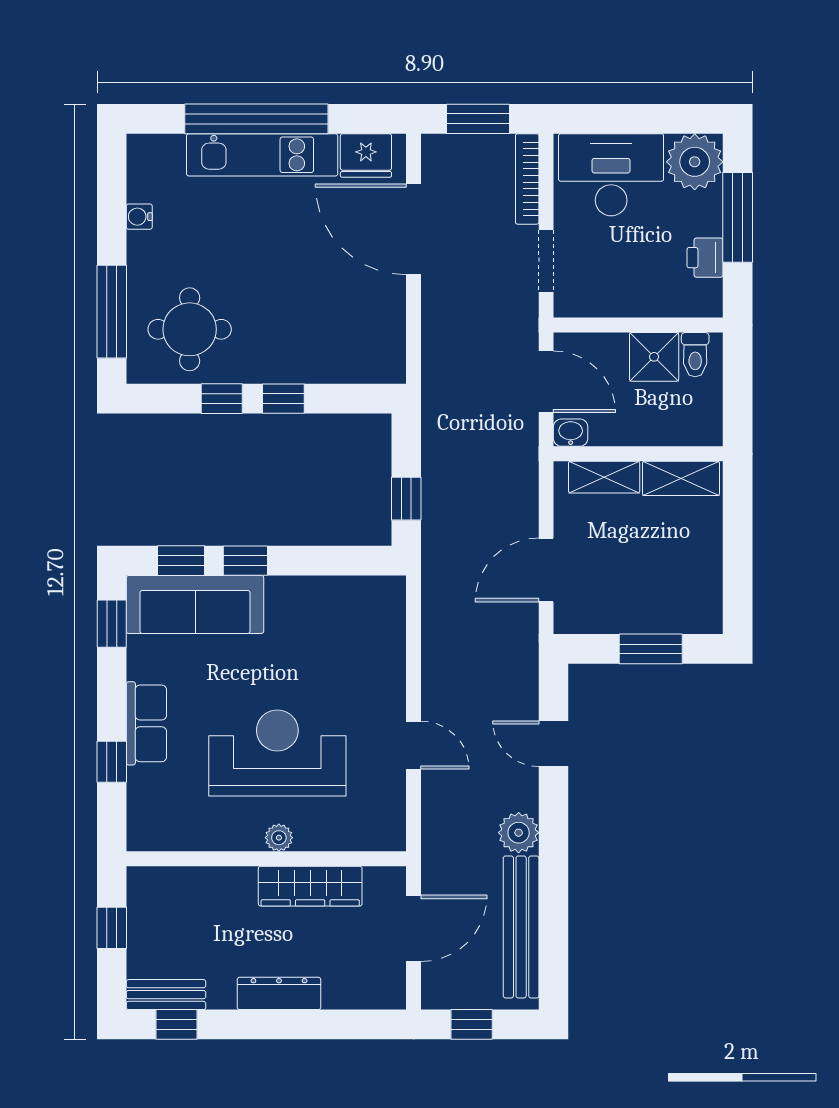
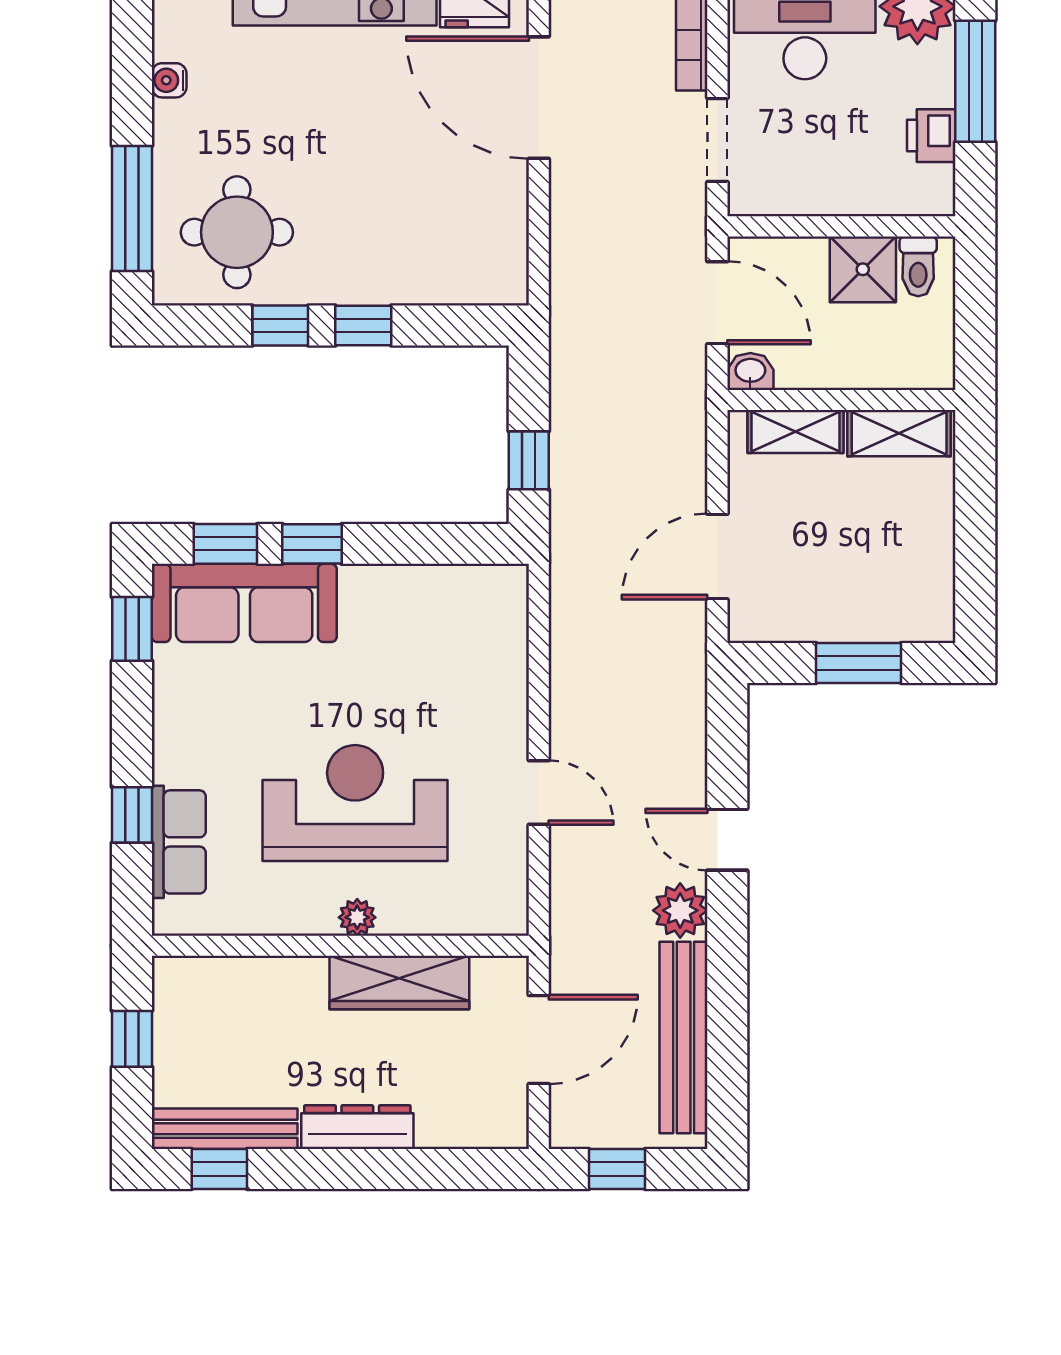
row of seats: (146, 723) -> (179, 842), moved
door: (553, 744) -> (727, 840), moved
bench: (166, 995) -> (225, 1129), width x1.36

